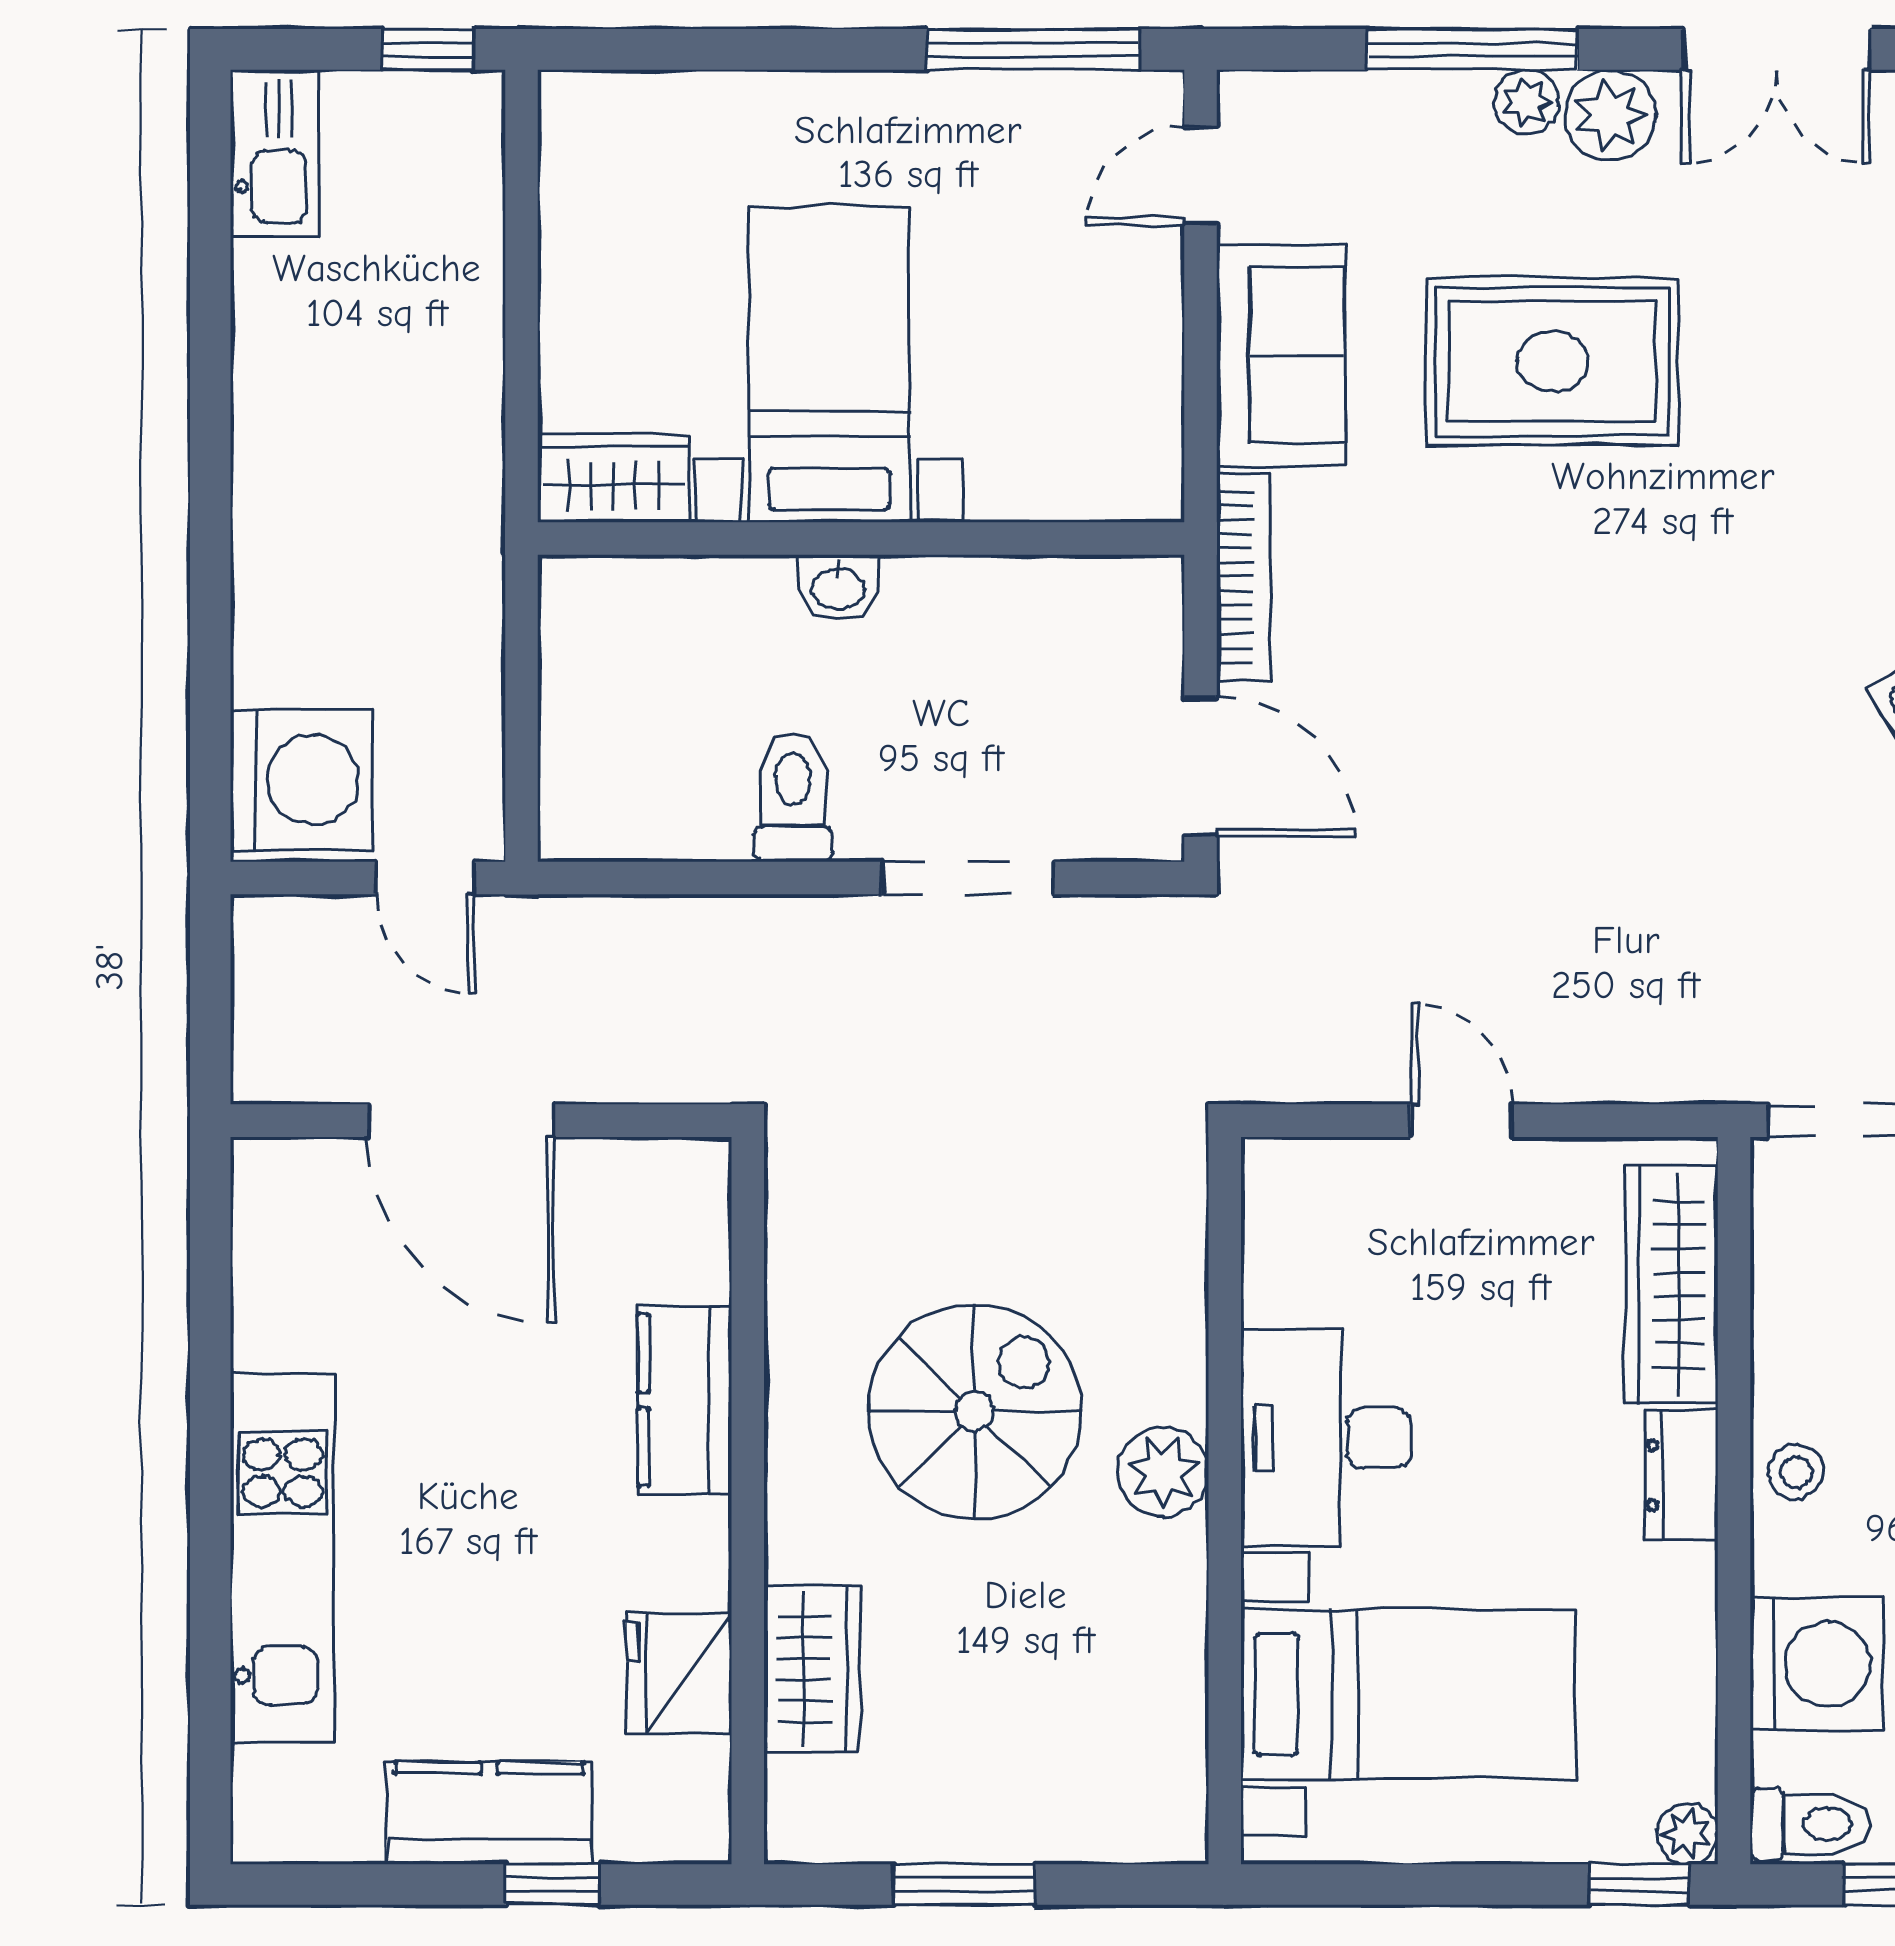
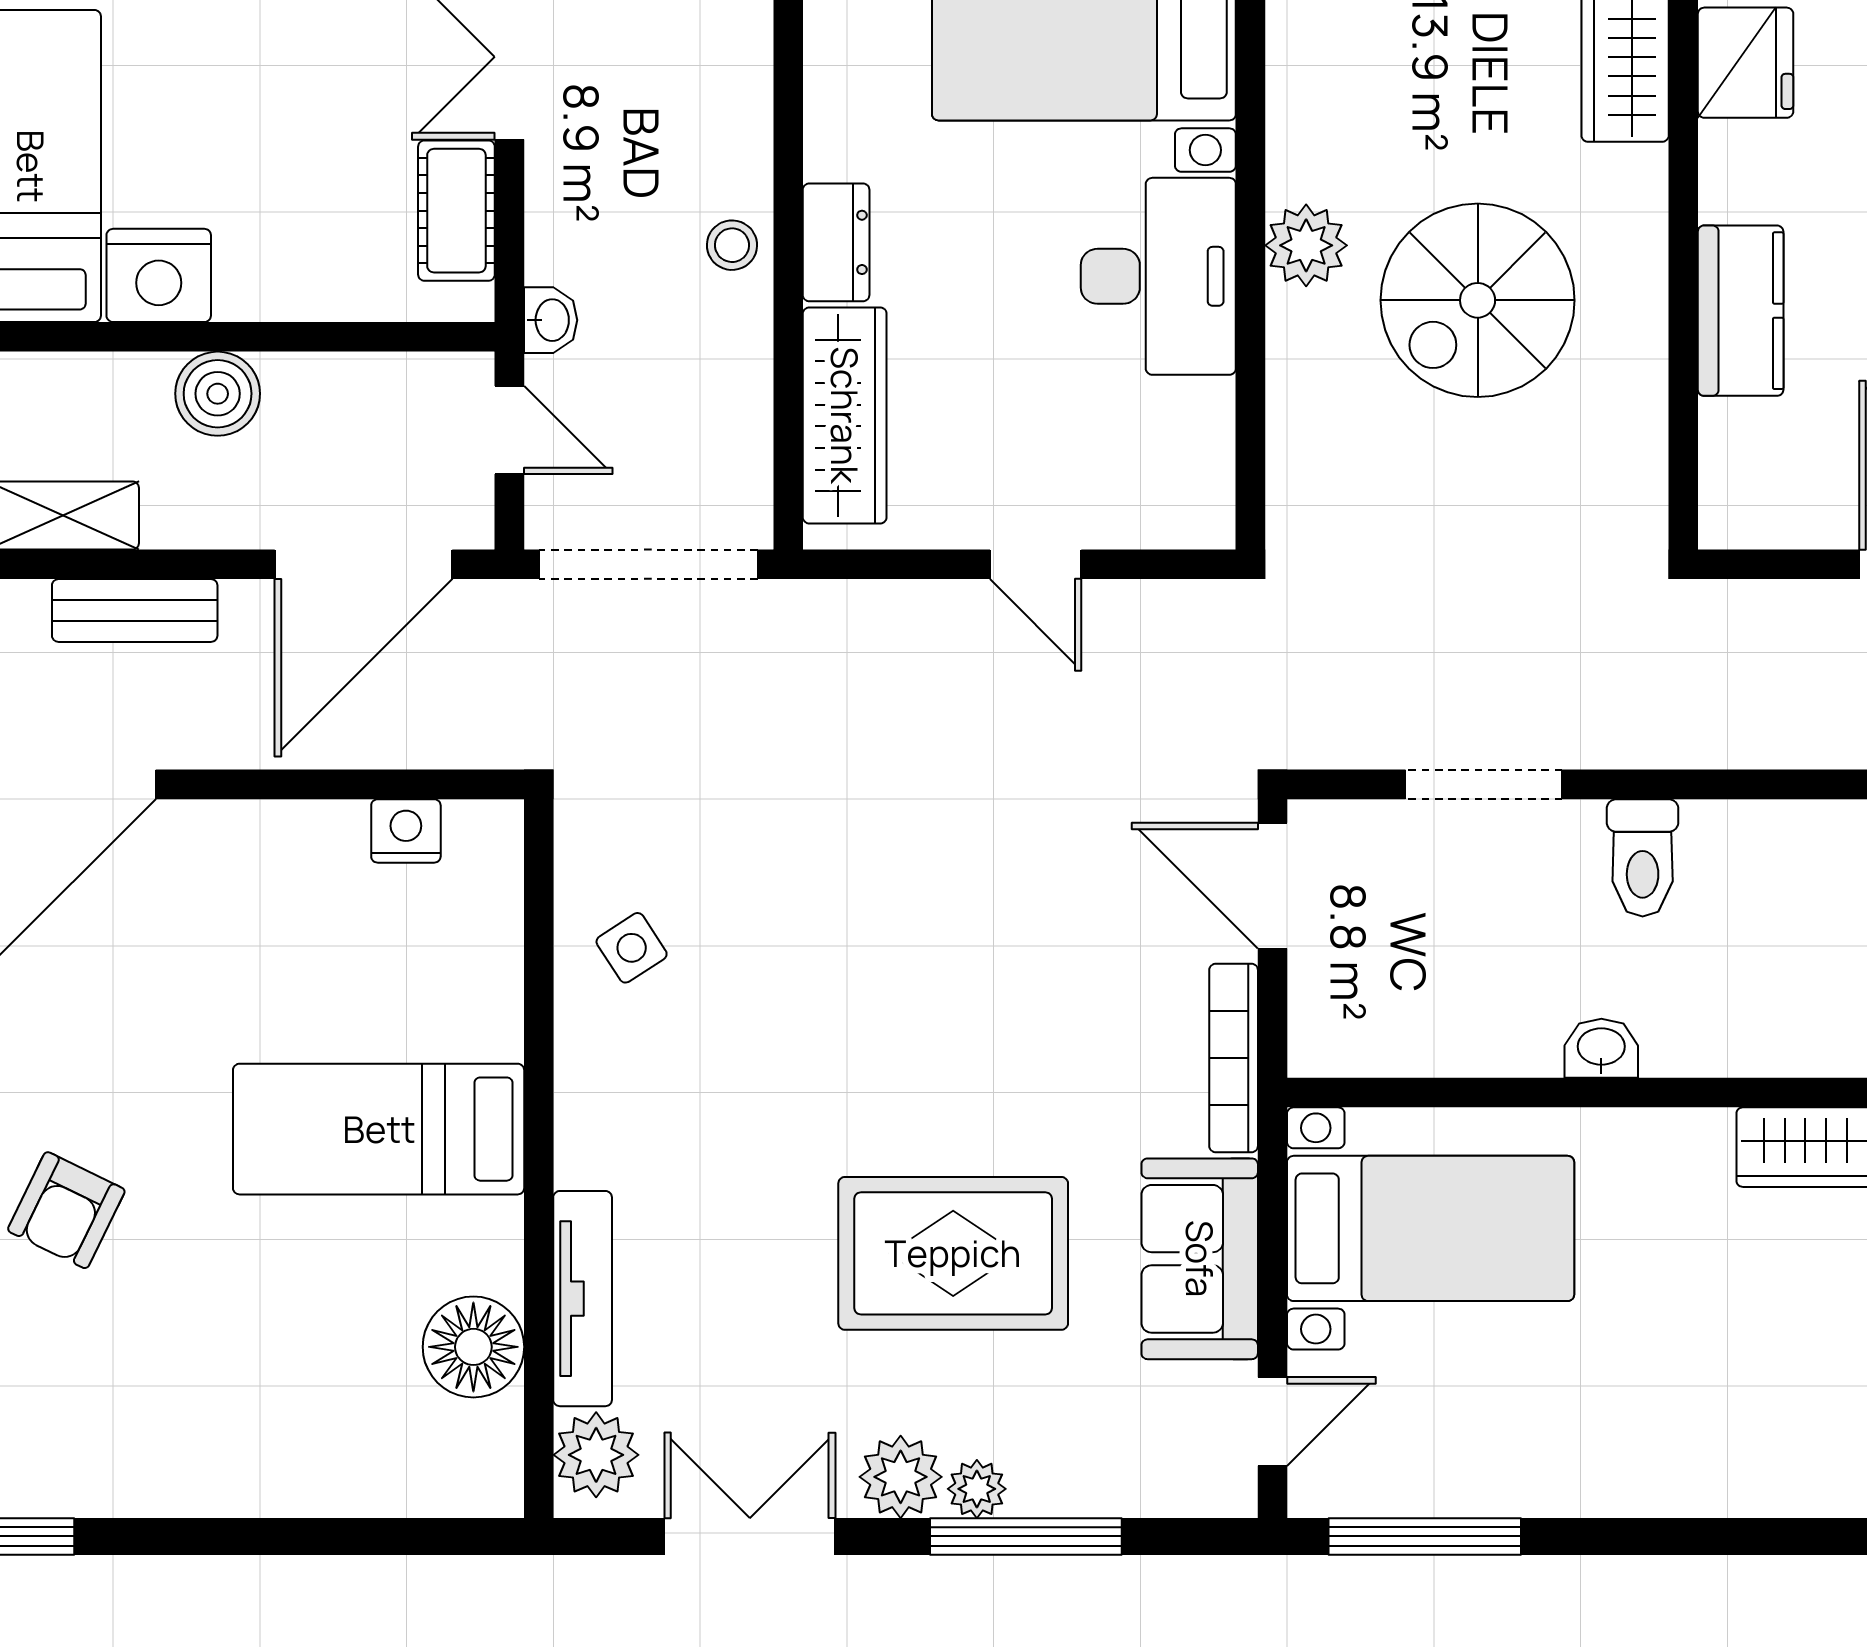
bed with nightstands: (829, 364) -> (1431, 1228), moved, turned -90
washing machine: (1817, 1664) -> (713, 71), removed

